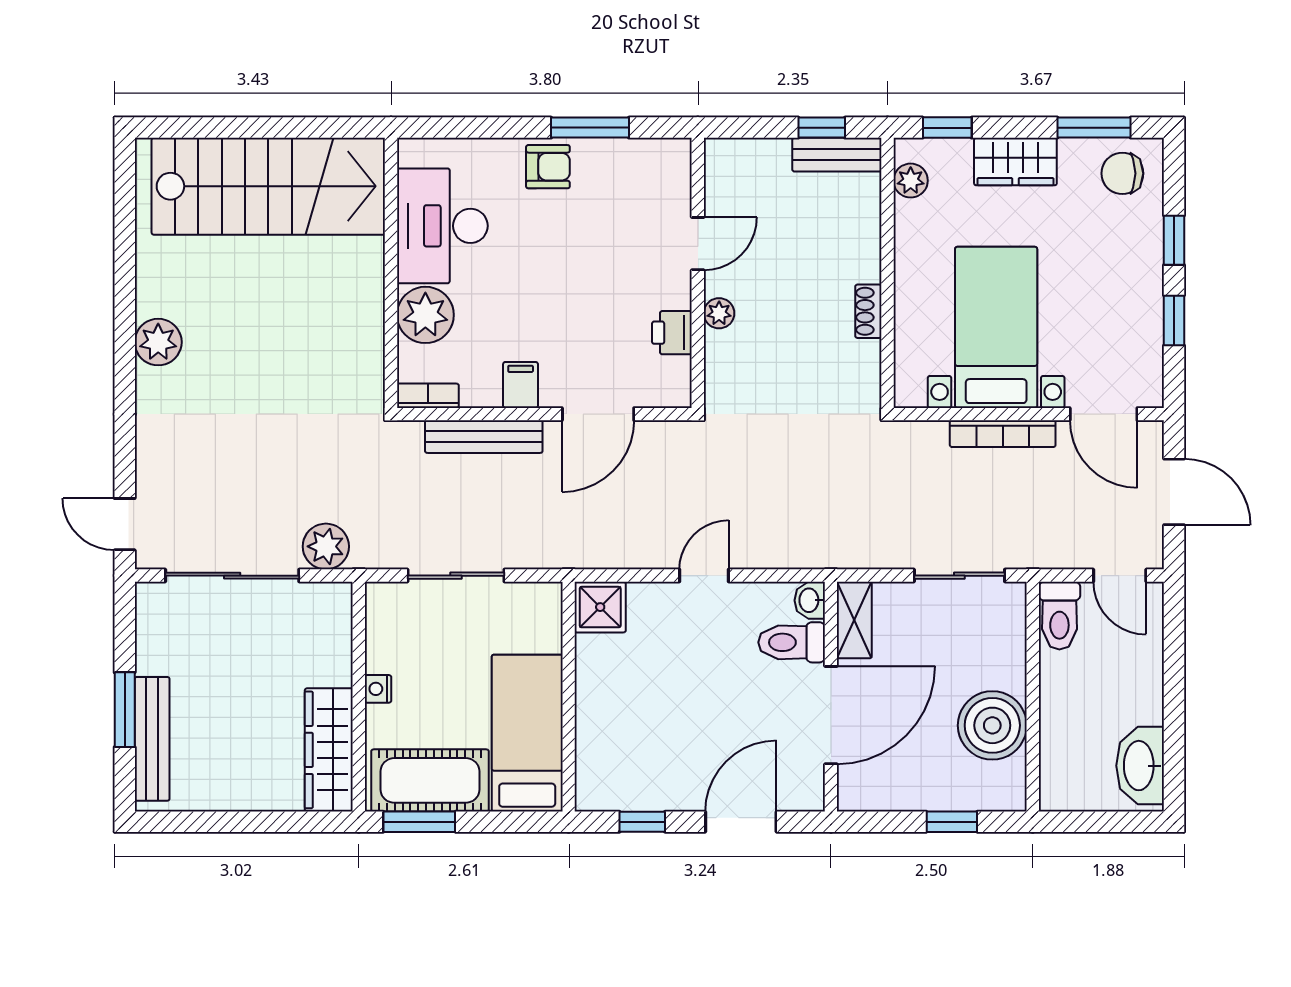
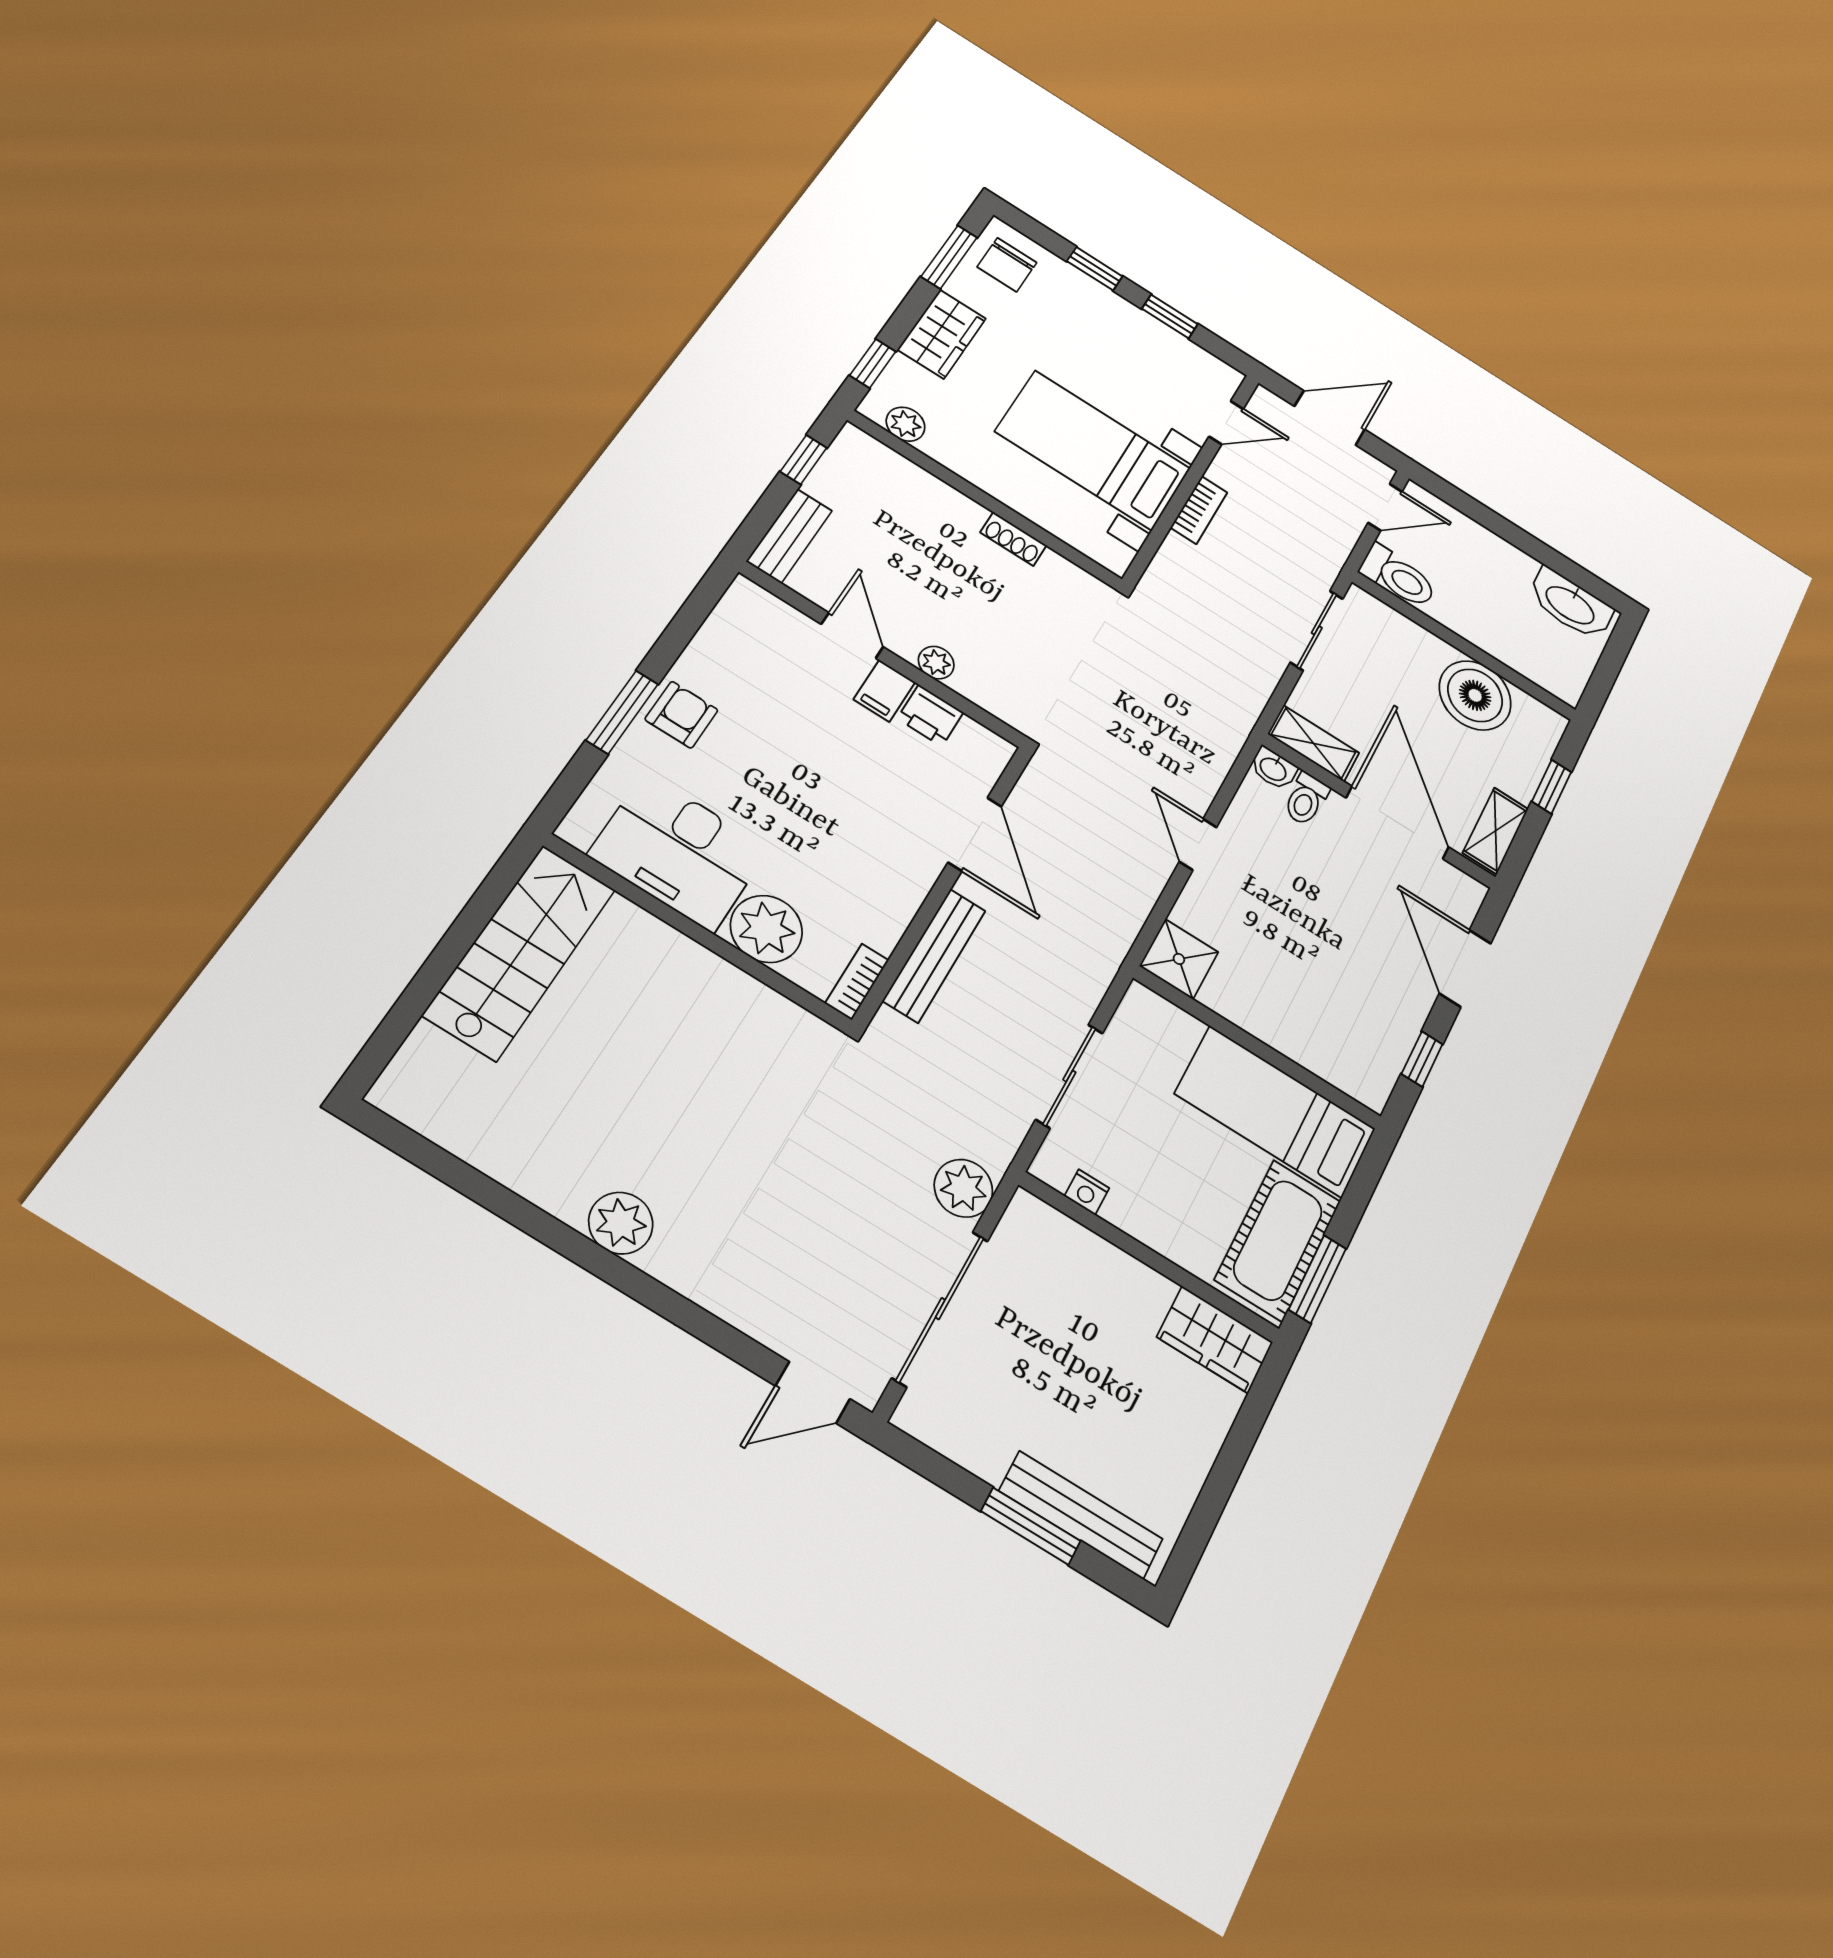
window: (590, 128) -> (622, 712), moved
bench: (837, 155) -> (789, 536), moved
stairs: (268, 186) -> (520, 952), width x0.73, depth x0.66
filing cabinet: (521, 385) -> (884, 691), moved, turned -90
door: (1104, 414) -> (1226, 423), width x0.73
bookcase: (1003, 434) -> (1199, 510), width x0.64
toilet: (792, 642) -> (1306, 799), width x0.73, depth x0.72
nightstand: (378, 689) -> (1087, 1192), moved
wardrobe: (329, 750) -> (1215, 1340), width x0.67
shelving: (879, 794) -> (1496, 831), added

